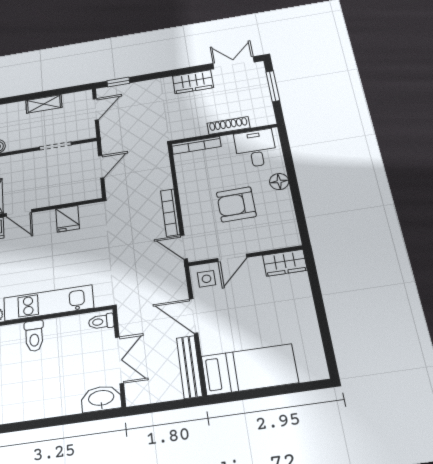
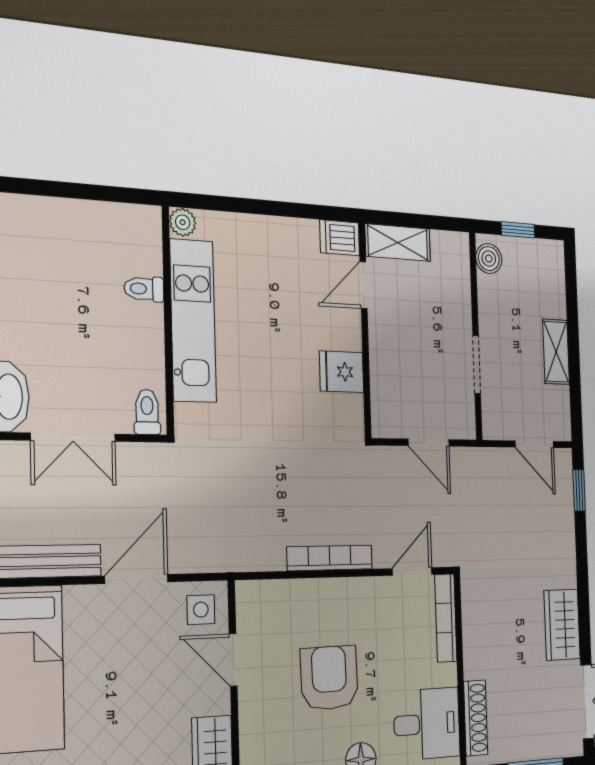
shoe rack: (229, 125) -> (476, 718), moved
door: (184, 247) -> (412, 571), moved
toilet: (34, 336) -> (144, 289), width x0.73, depth x0.72

